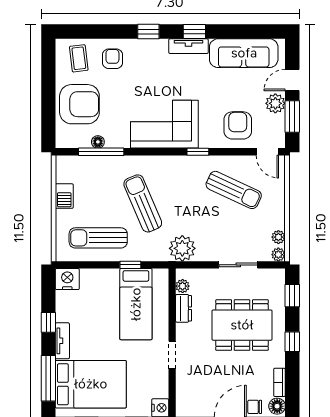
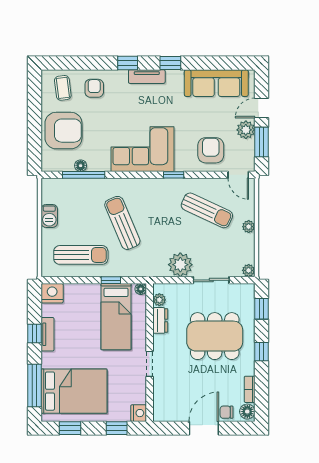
tv unit: (189, 46) -> (147, 77), moved
plant: (278, 237) -> (249, 227), moved
sun lounger: (98, 238) -> (81, 255), turned 180
plant: (182, 248) -> (180, 265), moved
floor lamp: (163, 274) -> (141, 289), added
tv unit: (62, 341) -> (48, 334), moved

